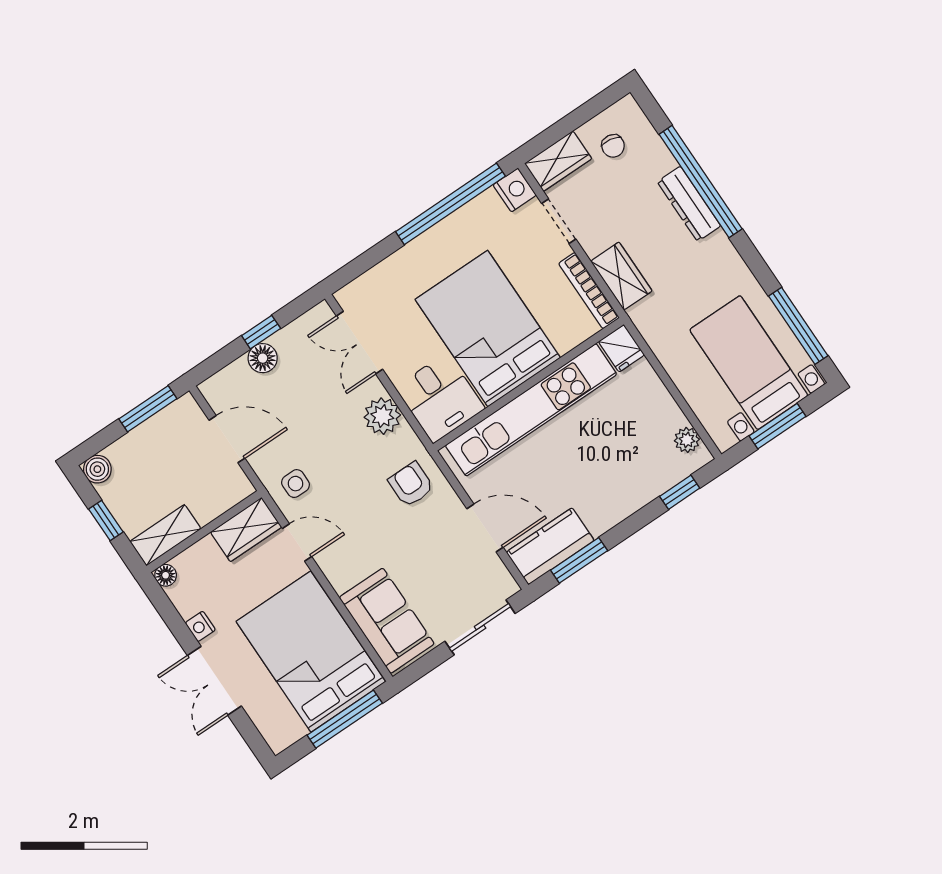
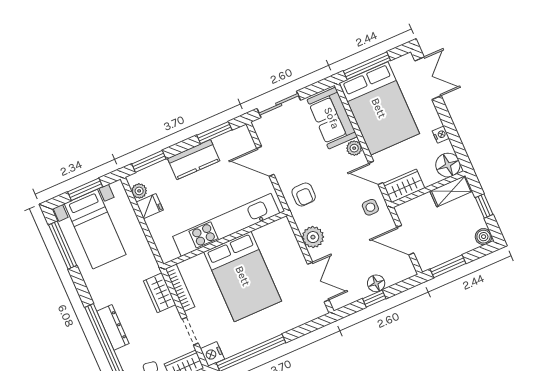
fridge: (621, 348) -> (150, 206), moved, turned 90
desk: (440, 398) -> (278, 241), removed
window: (680, 492) -> (149, 161), width x1.50
kitchen counter: (550, 546) -> (194, 160), moved
floor lamp: (166, 575) -> (448, 165), width x1.89, depth x1.89
plant: (341, 577) -> (354, 148), added
double door: (214, 681) -> (428, 78), moved

